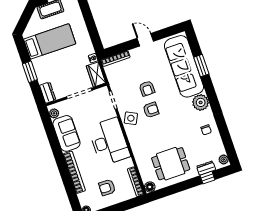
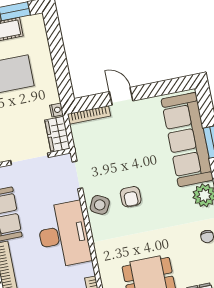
door: (145, 40) -> (121, 96), moved
armchair: (147, 89) -> (129, 165), removed
armchair: (151, 110) -> (131, 197), turned 90

